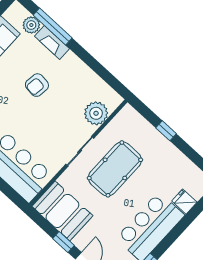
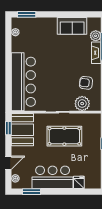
armchair: (37, 85) -> (86, 83), moved
window: (64, 242) -> (8, 128), moved

